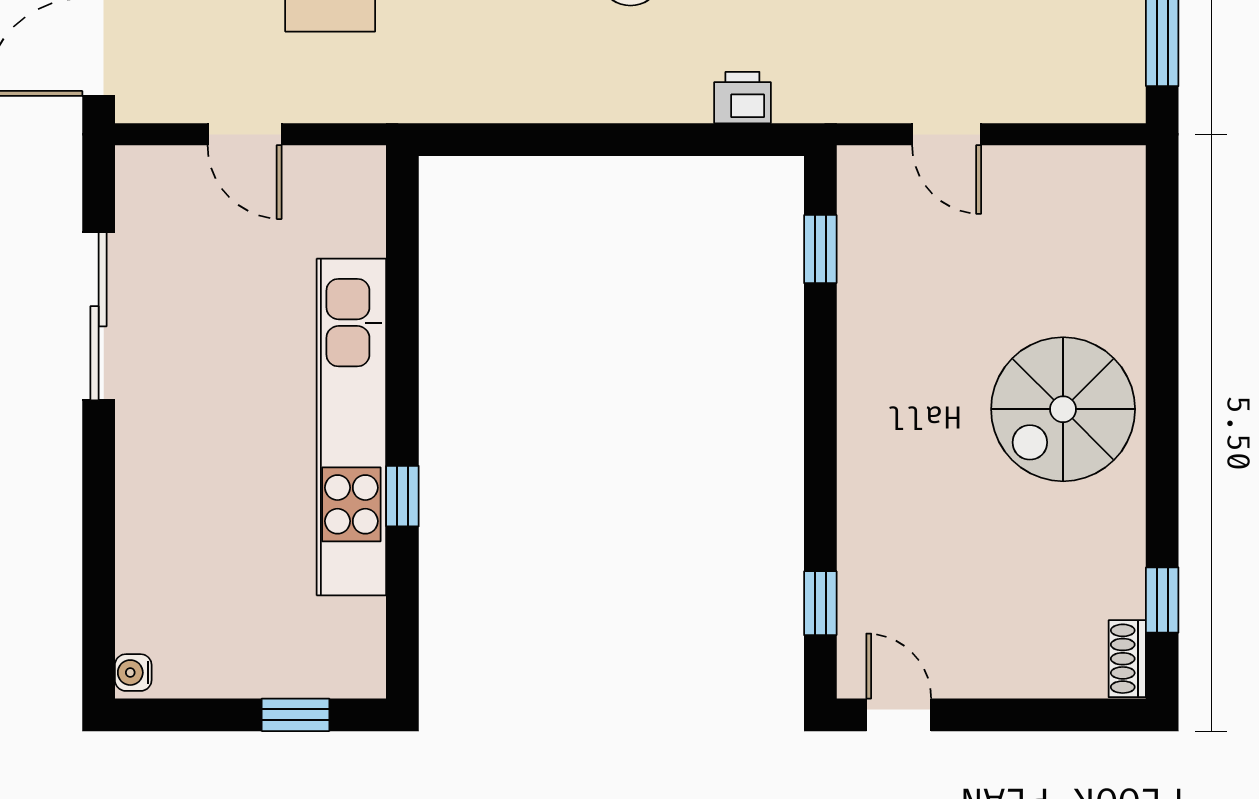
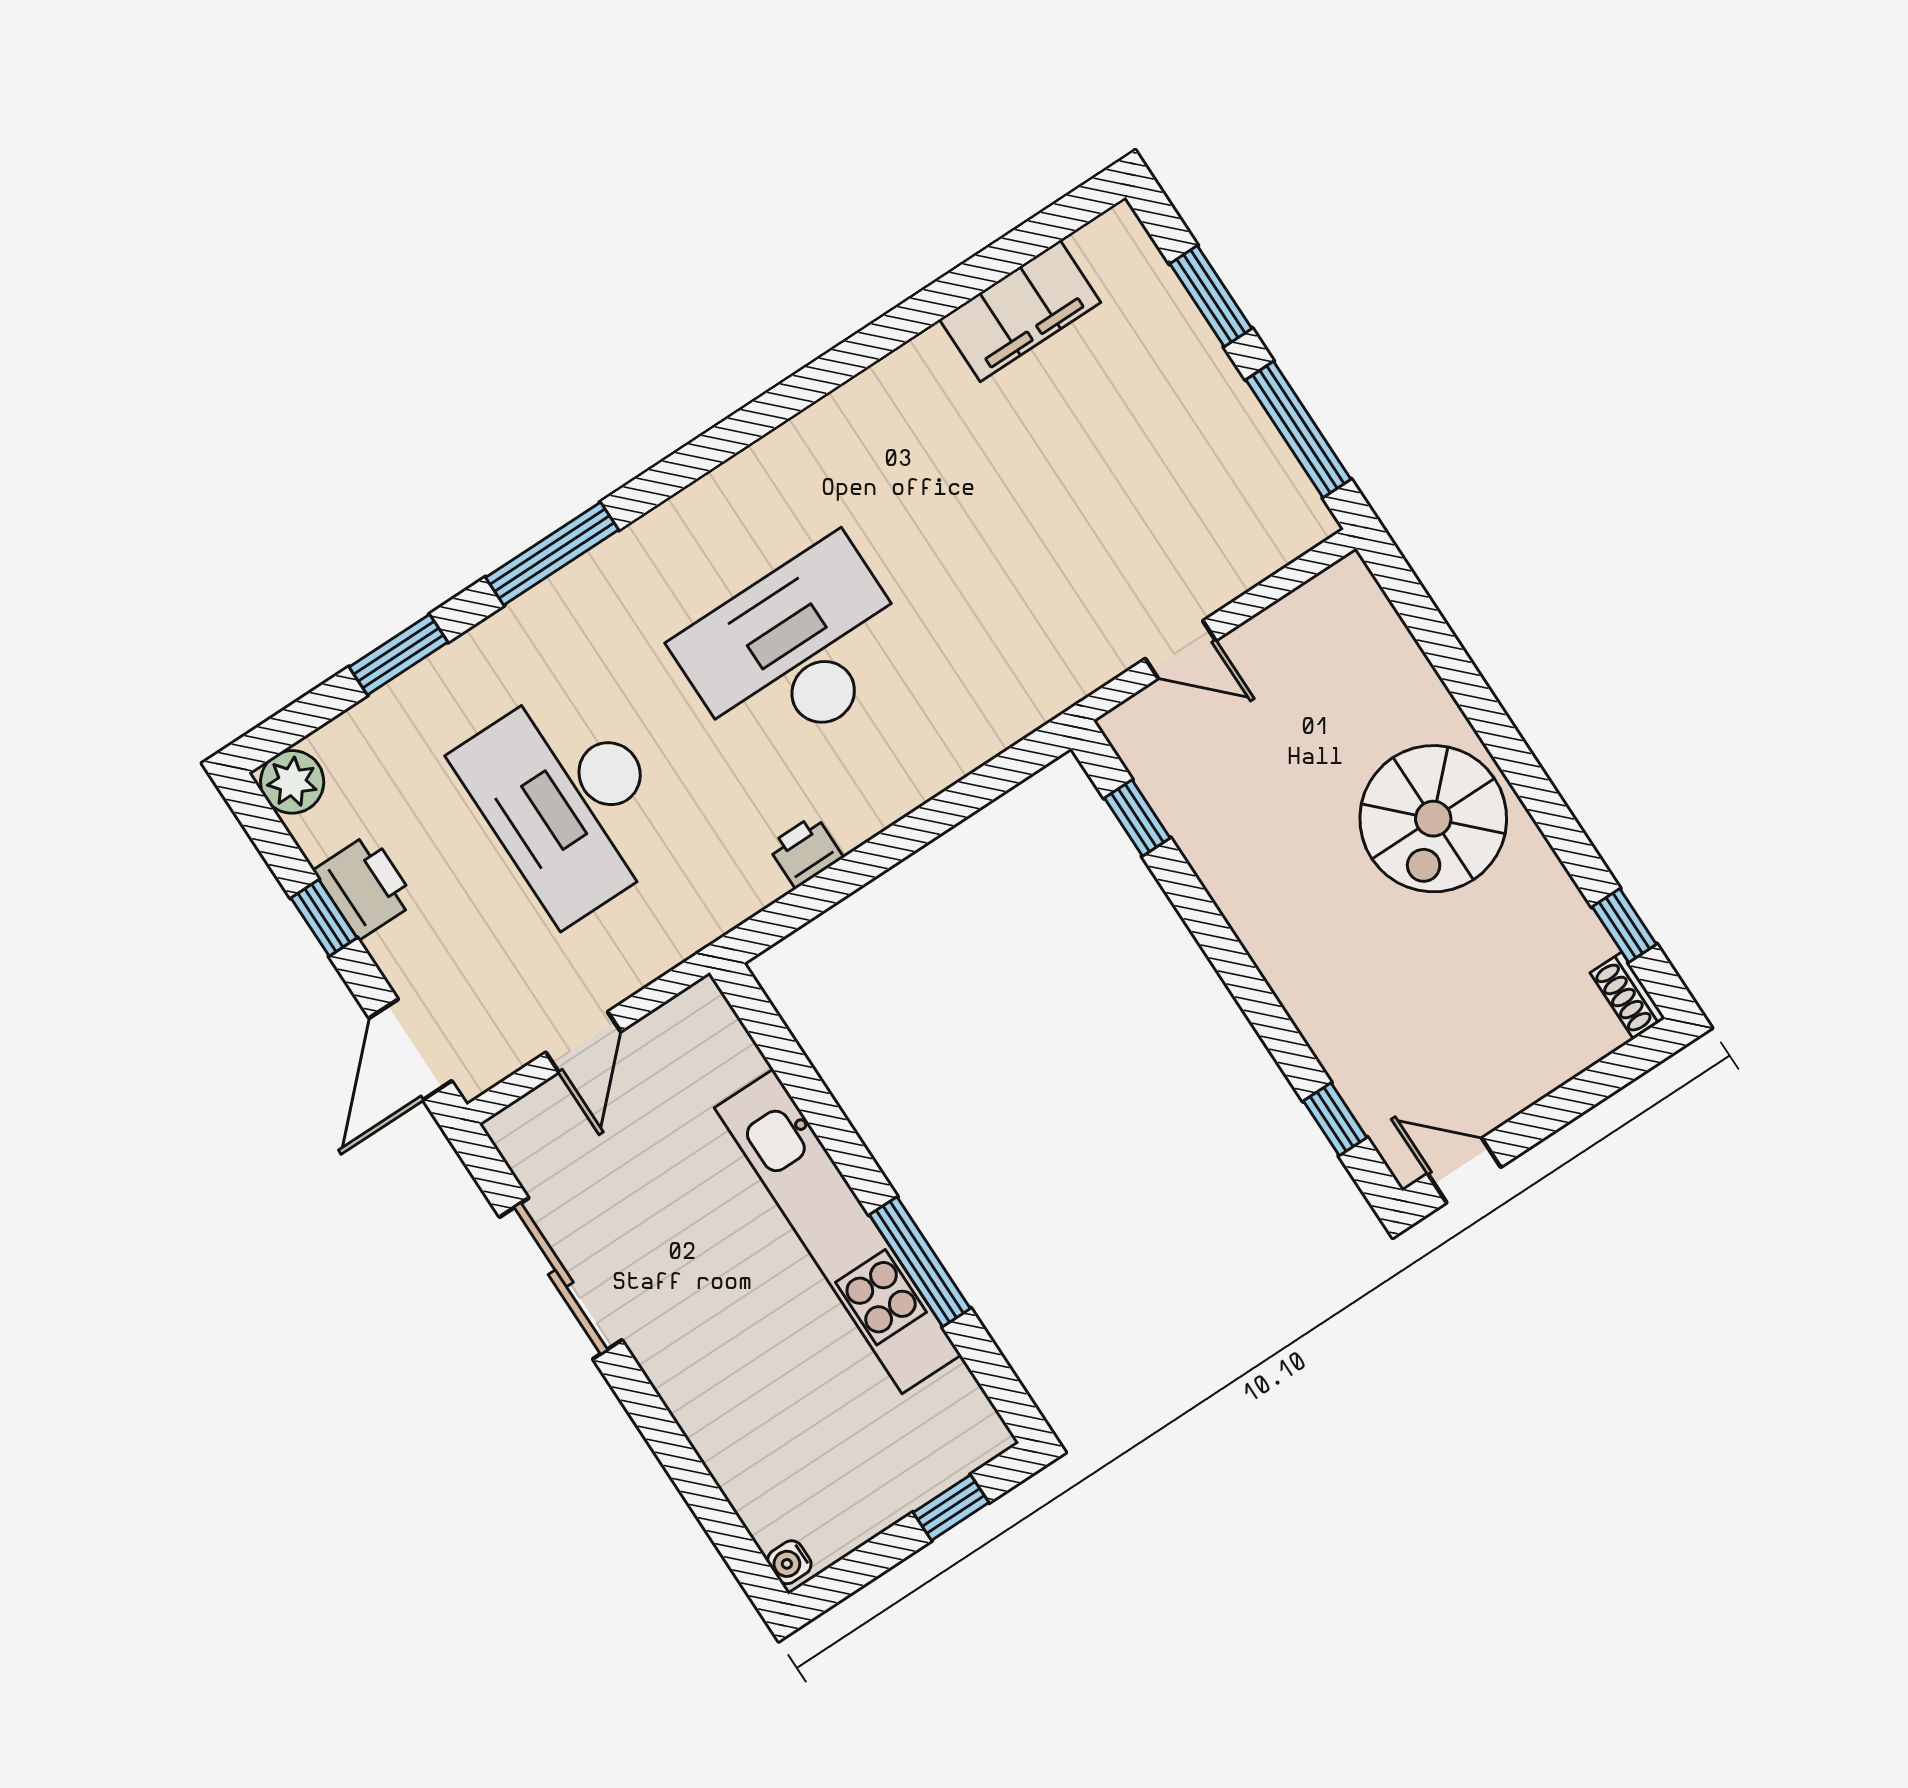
printer: (742, 98) -> (805, 851), moved
door: (245, 134) -> (583, 1042), hinge flipped
window: (402, 496) -> (920, 1262), width x2.17

